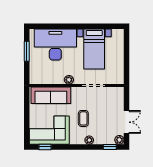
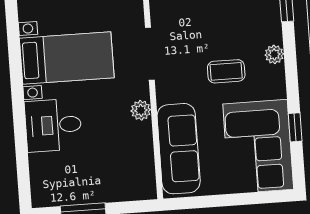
desk: (55, 45) -> (53, 125), width x0.53, depth x0.77
window: (45, 147) -> (295, 127), moved

